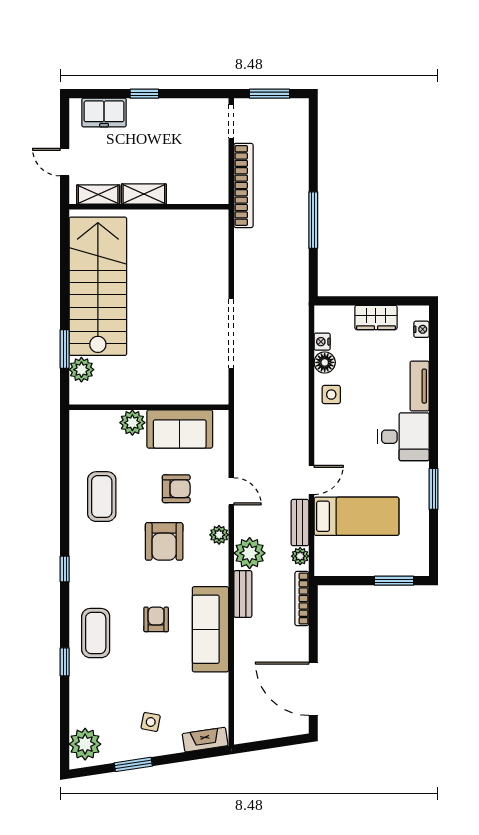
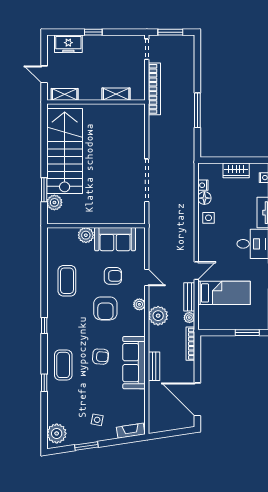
shelving: (144, 194) -> (116, 94), moved
bench: (243, 594) -> (154, 366), moved
armchair: (156, 619) -> (100, 357), turned 94

